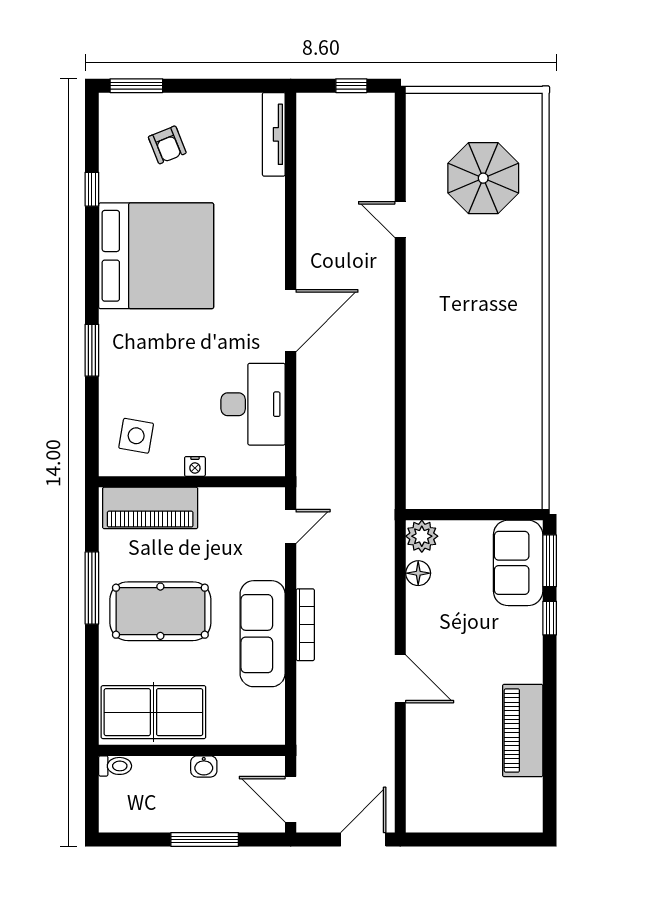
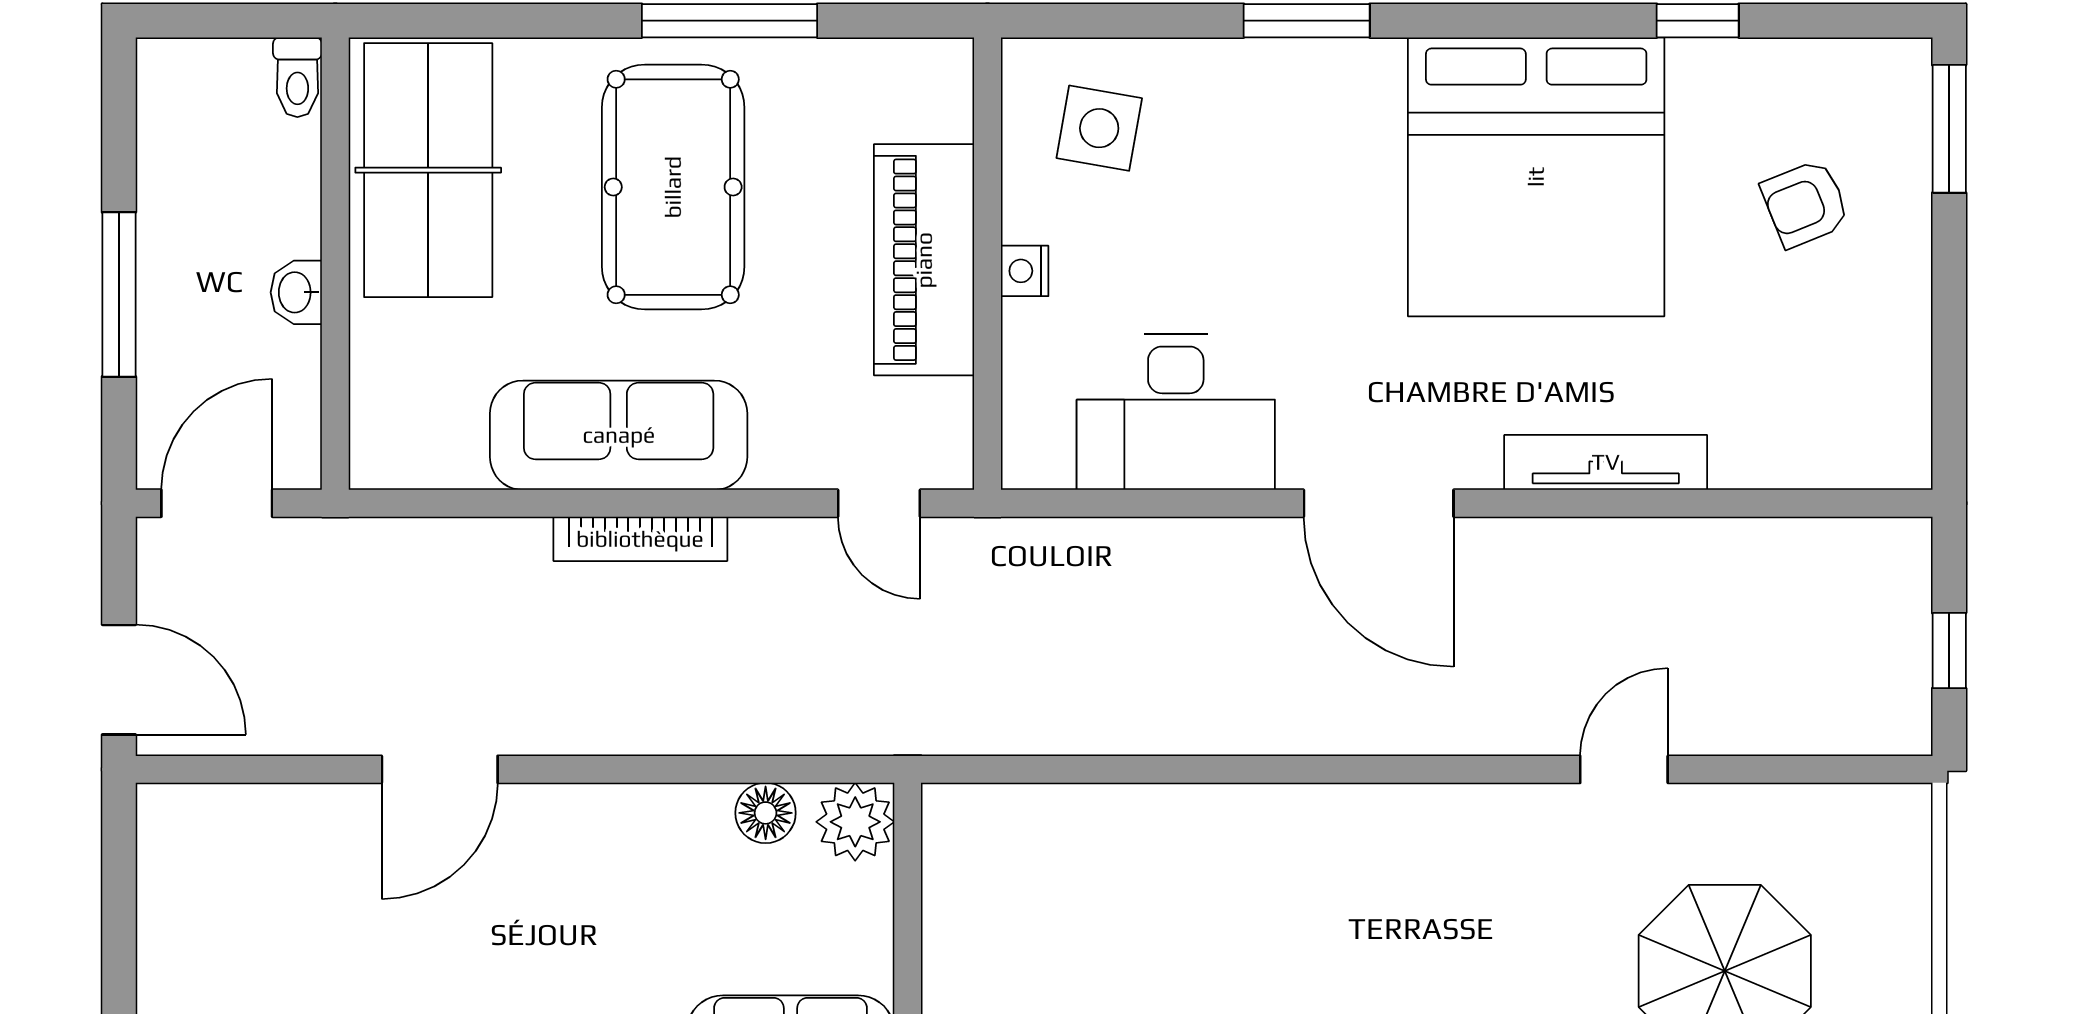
tv unit: (274, 134) -> (1606, 462), moved
piano: (150, 508) -> (924, 260), moved
door: (400, 679) -> (440, 769), moved

